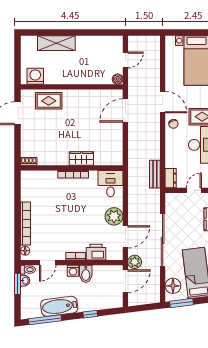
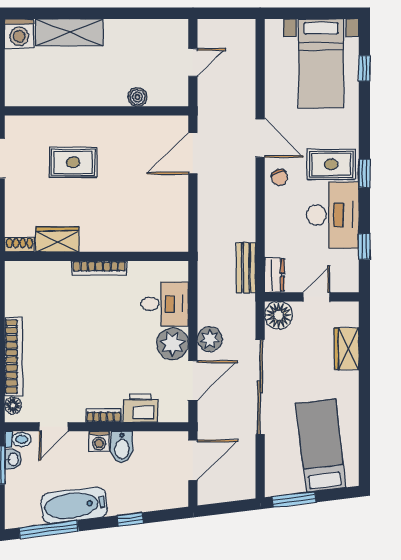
washing machine: (35, 76) -> (19, 33), moved, turned 180
boiler: (118, 79) -> (137, 97), moved
rug: (49, 101) -> (73, 162), moved
wardrobe: (81, 158) -> (57, 240), moved
desk: (111, 184) -> (165, 304), moved, turned 90
plant: (135, 262) -> (210, 339), moved
floor lamp: (173, 286) -> (279, 315), moved

